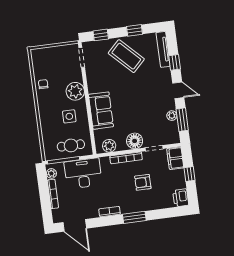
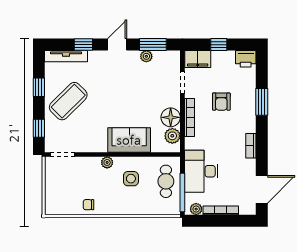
plant: (75, 91) -> (107, 162), width x0.53, depth x0.53
floor lamp: (135, 141) -> (171, 117), moved
window: (134, 217) -> (262, 102), moved

